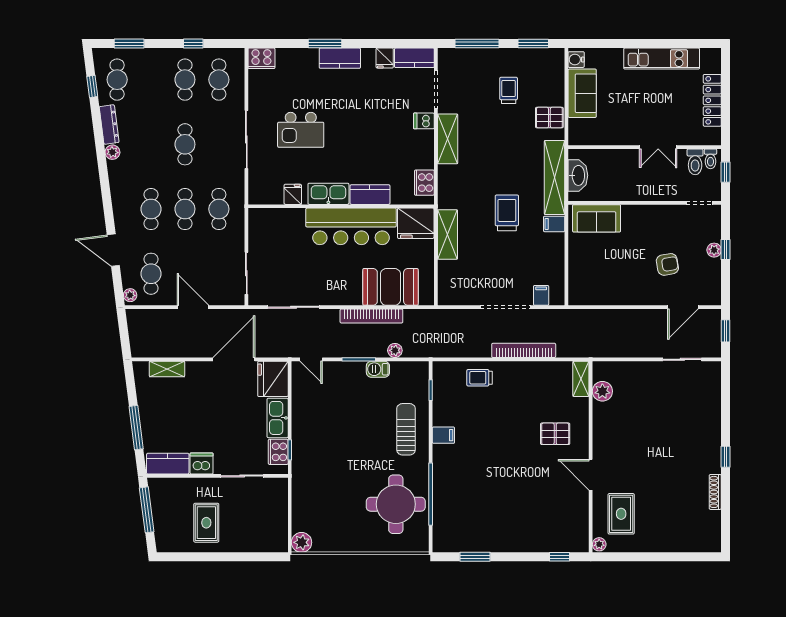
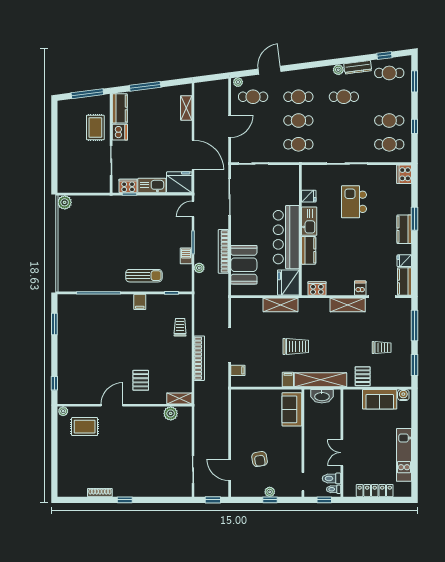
cafe table: (185, 144) -> (344, 97), moved
round table: (396, 504) -> (91, 268), removed
rug: (206, 523) -> (95, 127), moved, turned 90

